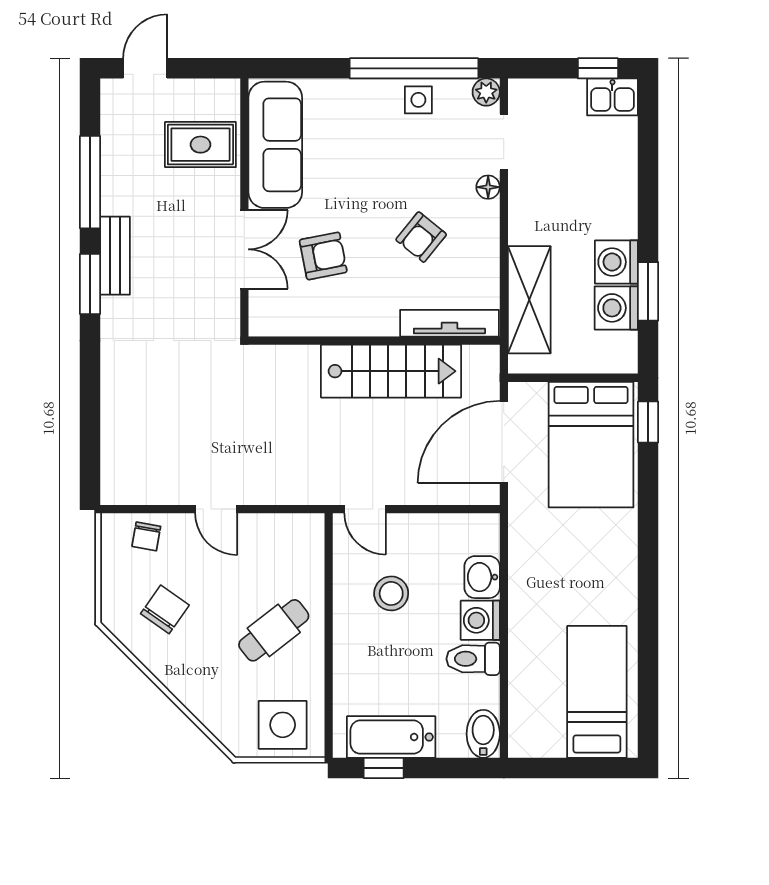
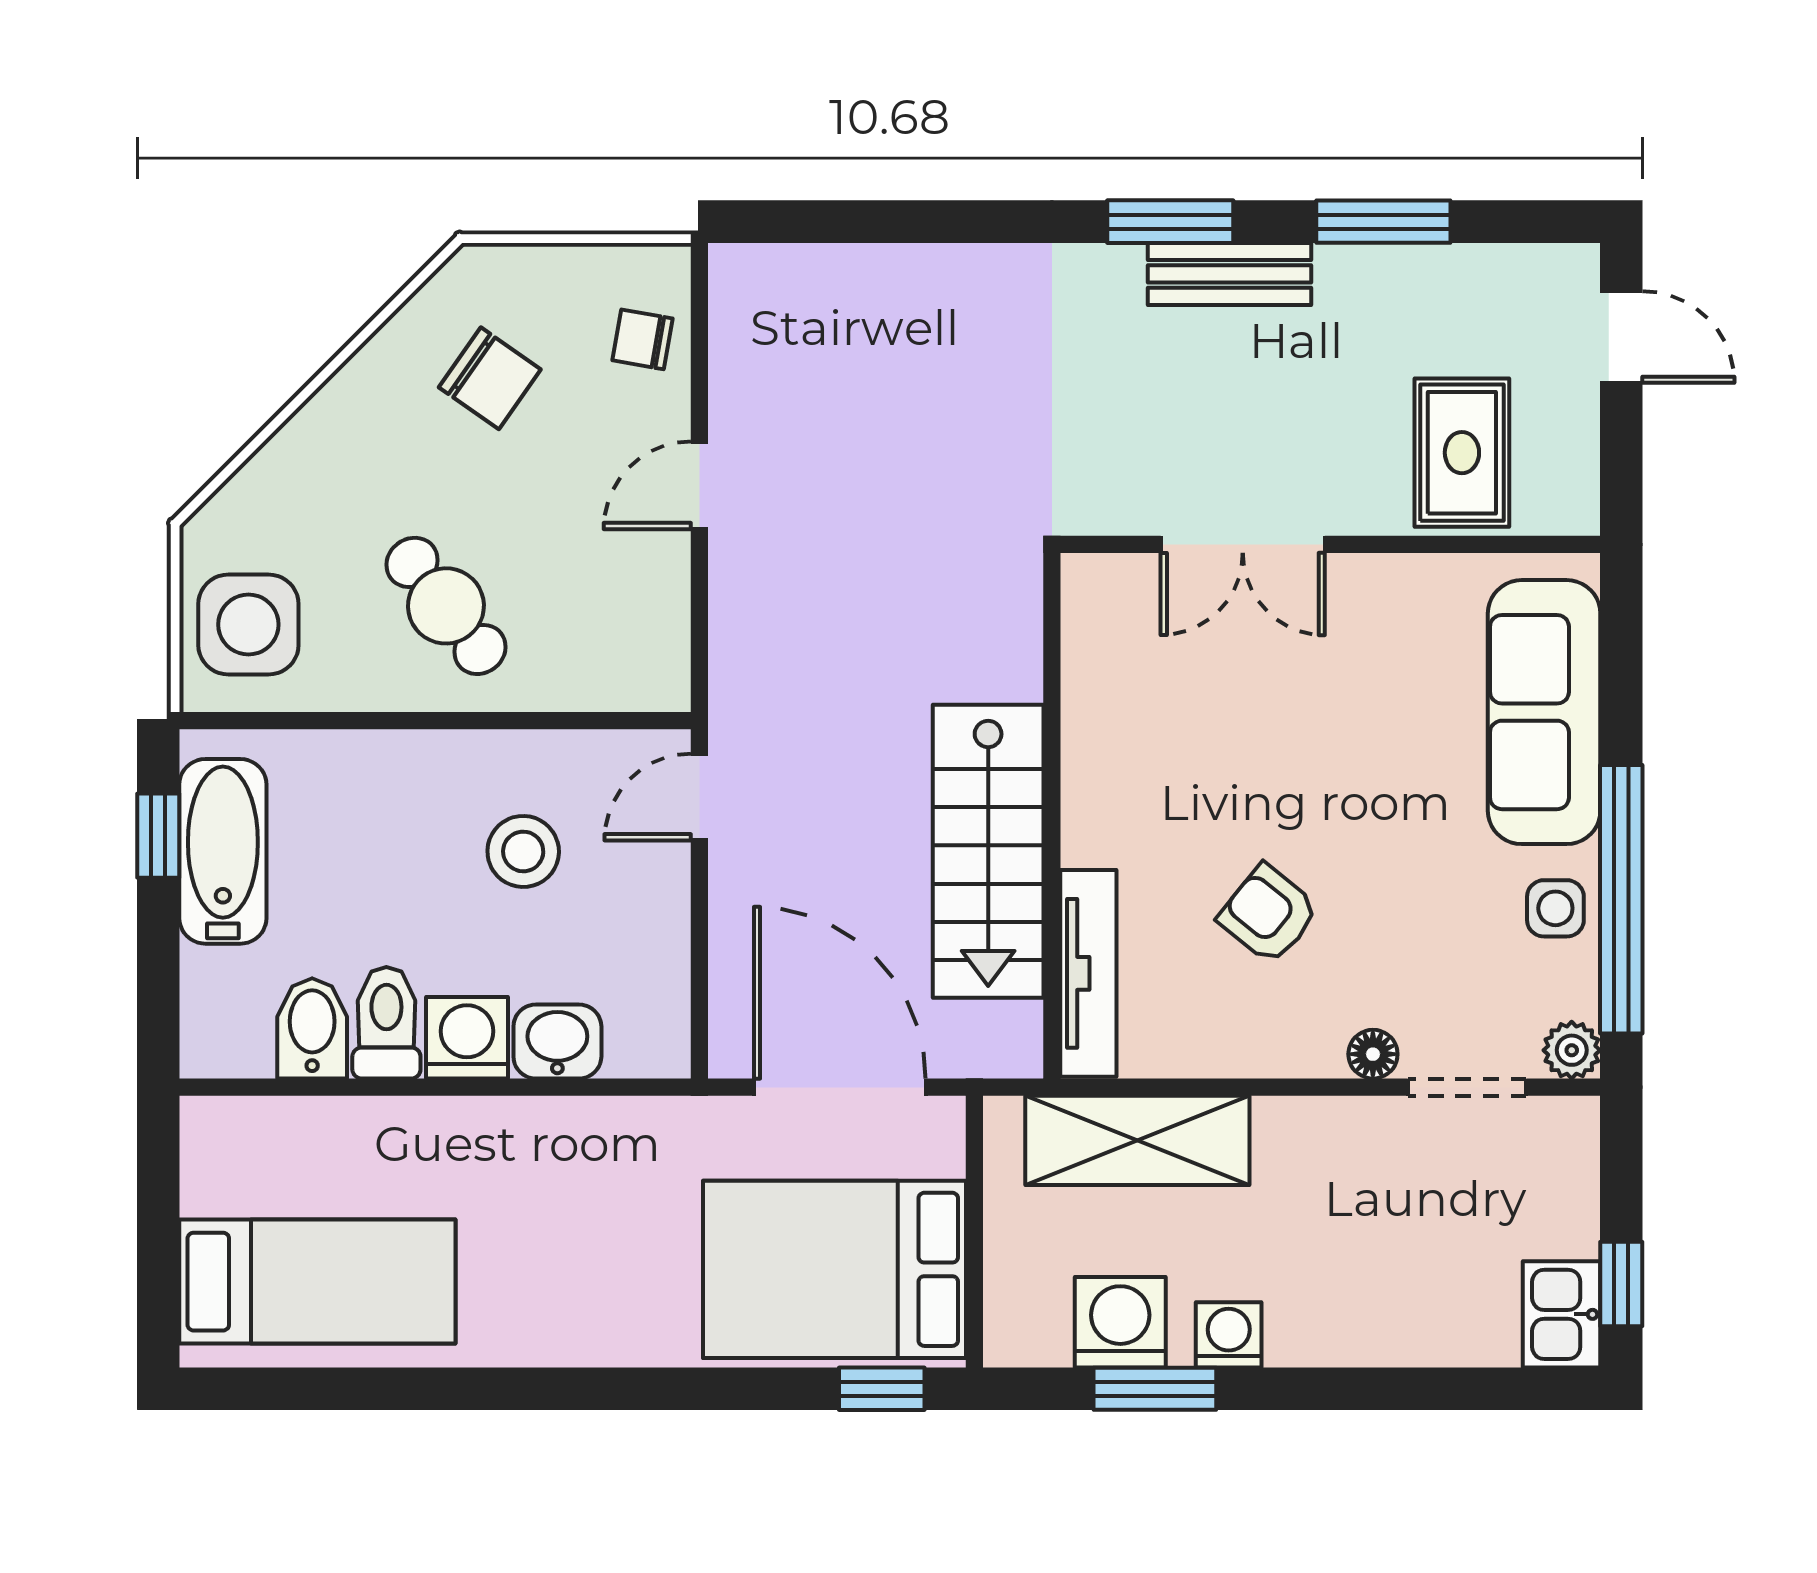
sofa: (275, 145) -> (1544, 712), moved, turned 90
window: (90, 182) -> (1383, 222), width x0.69
armchair: (323, 256) -> (1229, 709), removed
washing machine: (616, 262) -> (1229, 1335), width x0.73, depth x0.73
bidet: (483, 734) -> (312, 1028), moved, turned -90

